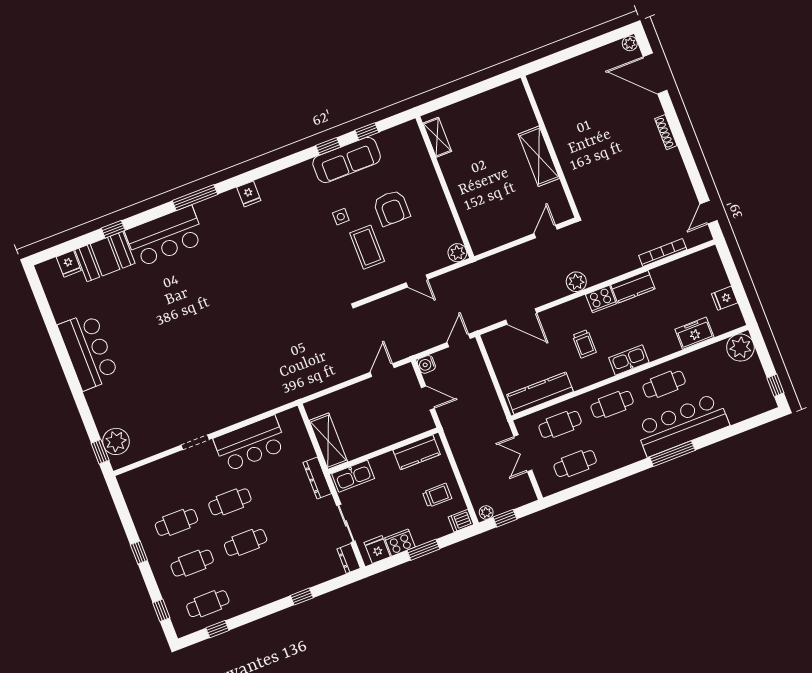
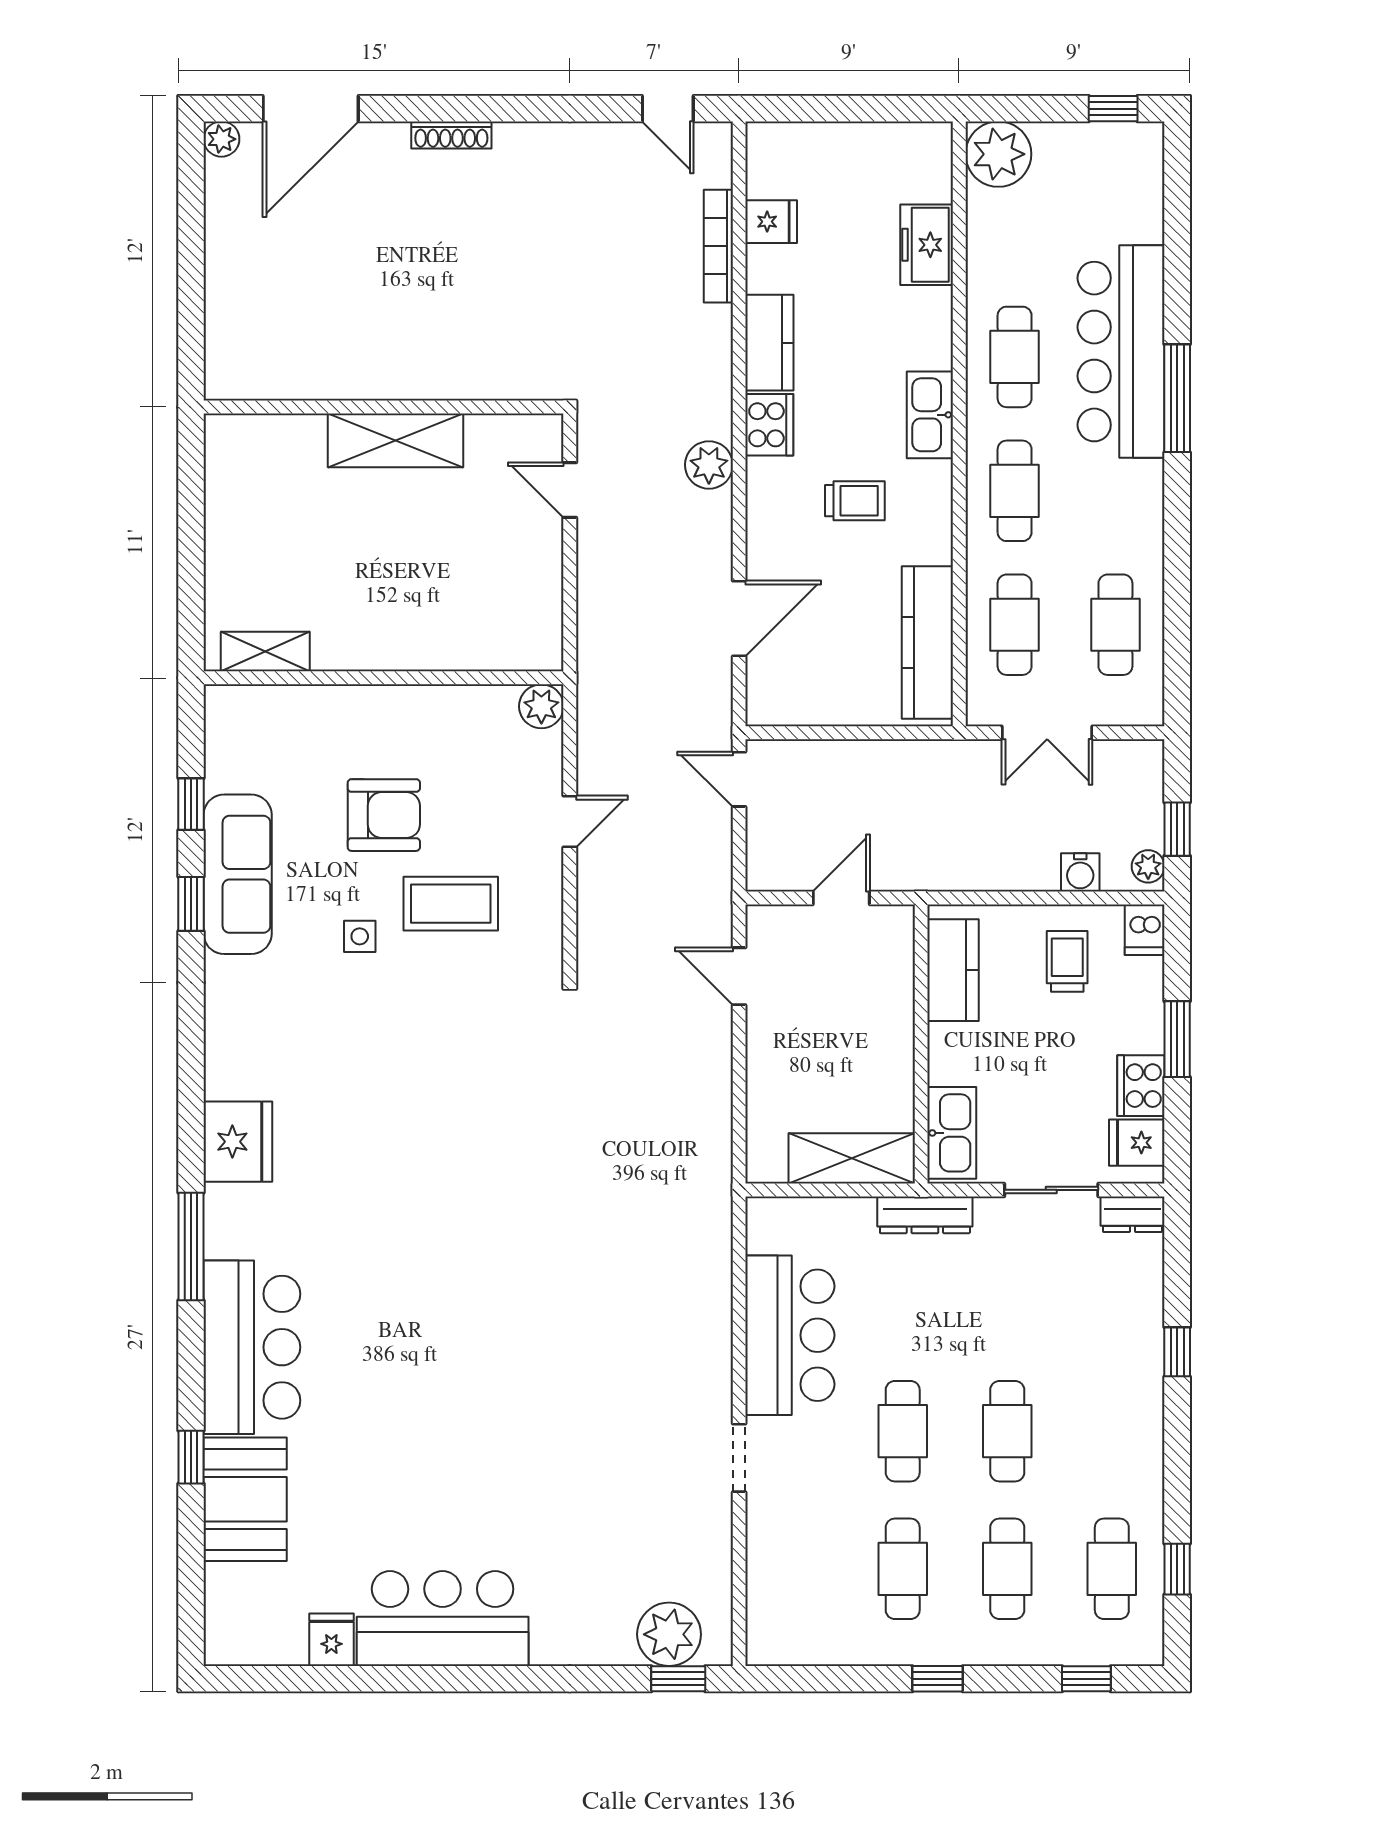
fridge: (249, 194) -> (238, 1142), width x1.88, depth x1.34
fridge: (69, 264) -> (331, 1640), moved, turned -90
fridge: (725, 298) -> (771, 222), moved, turned -90
water cooler: (426, 364) -> (1080, 872), moved

